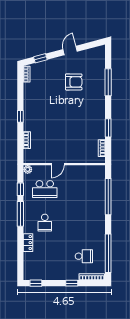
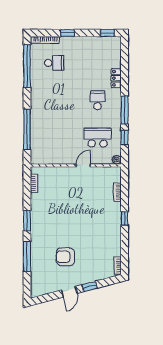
window: (40, 58) -> (90, 286), moved
window: (108, 128) -> (27, 220), moved
school desk: (84, 256) -> (54, 63), turned 180

